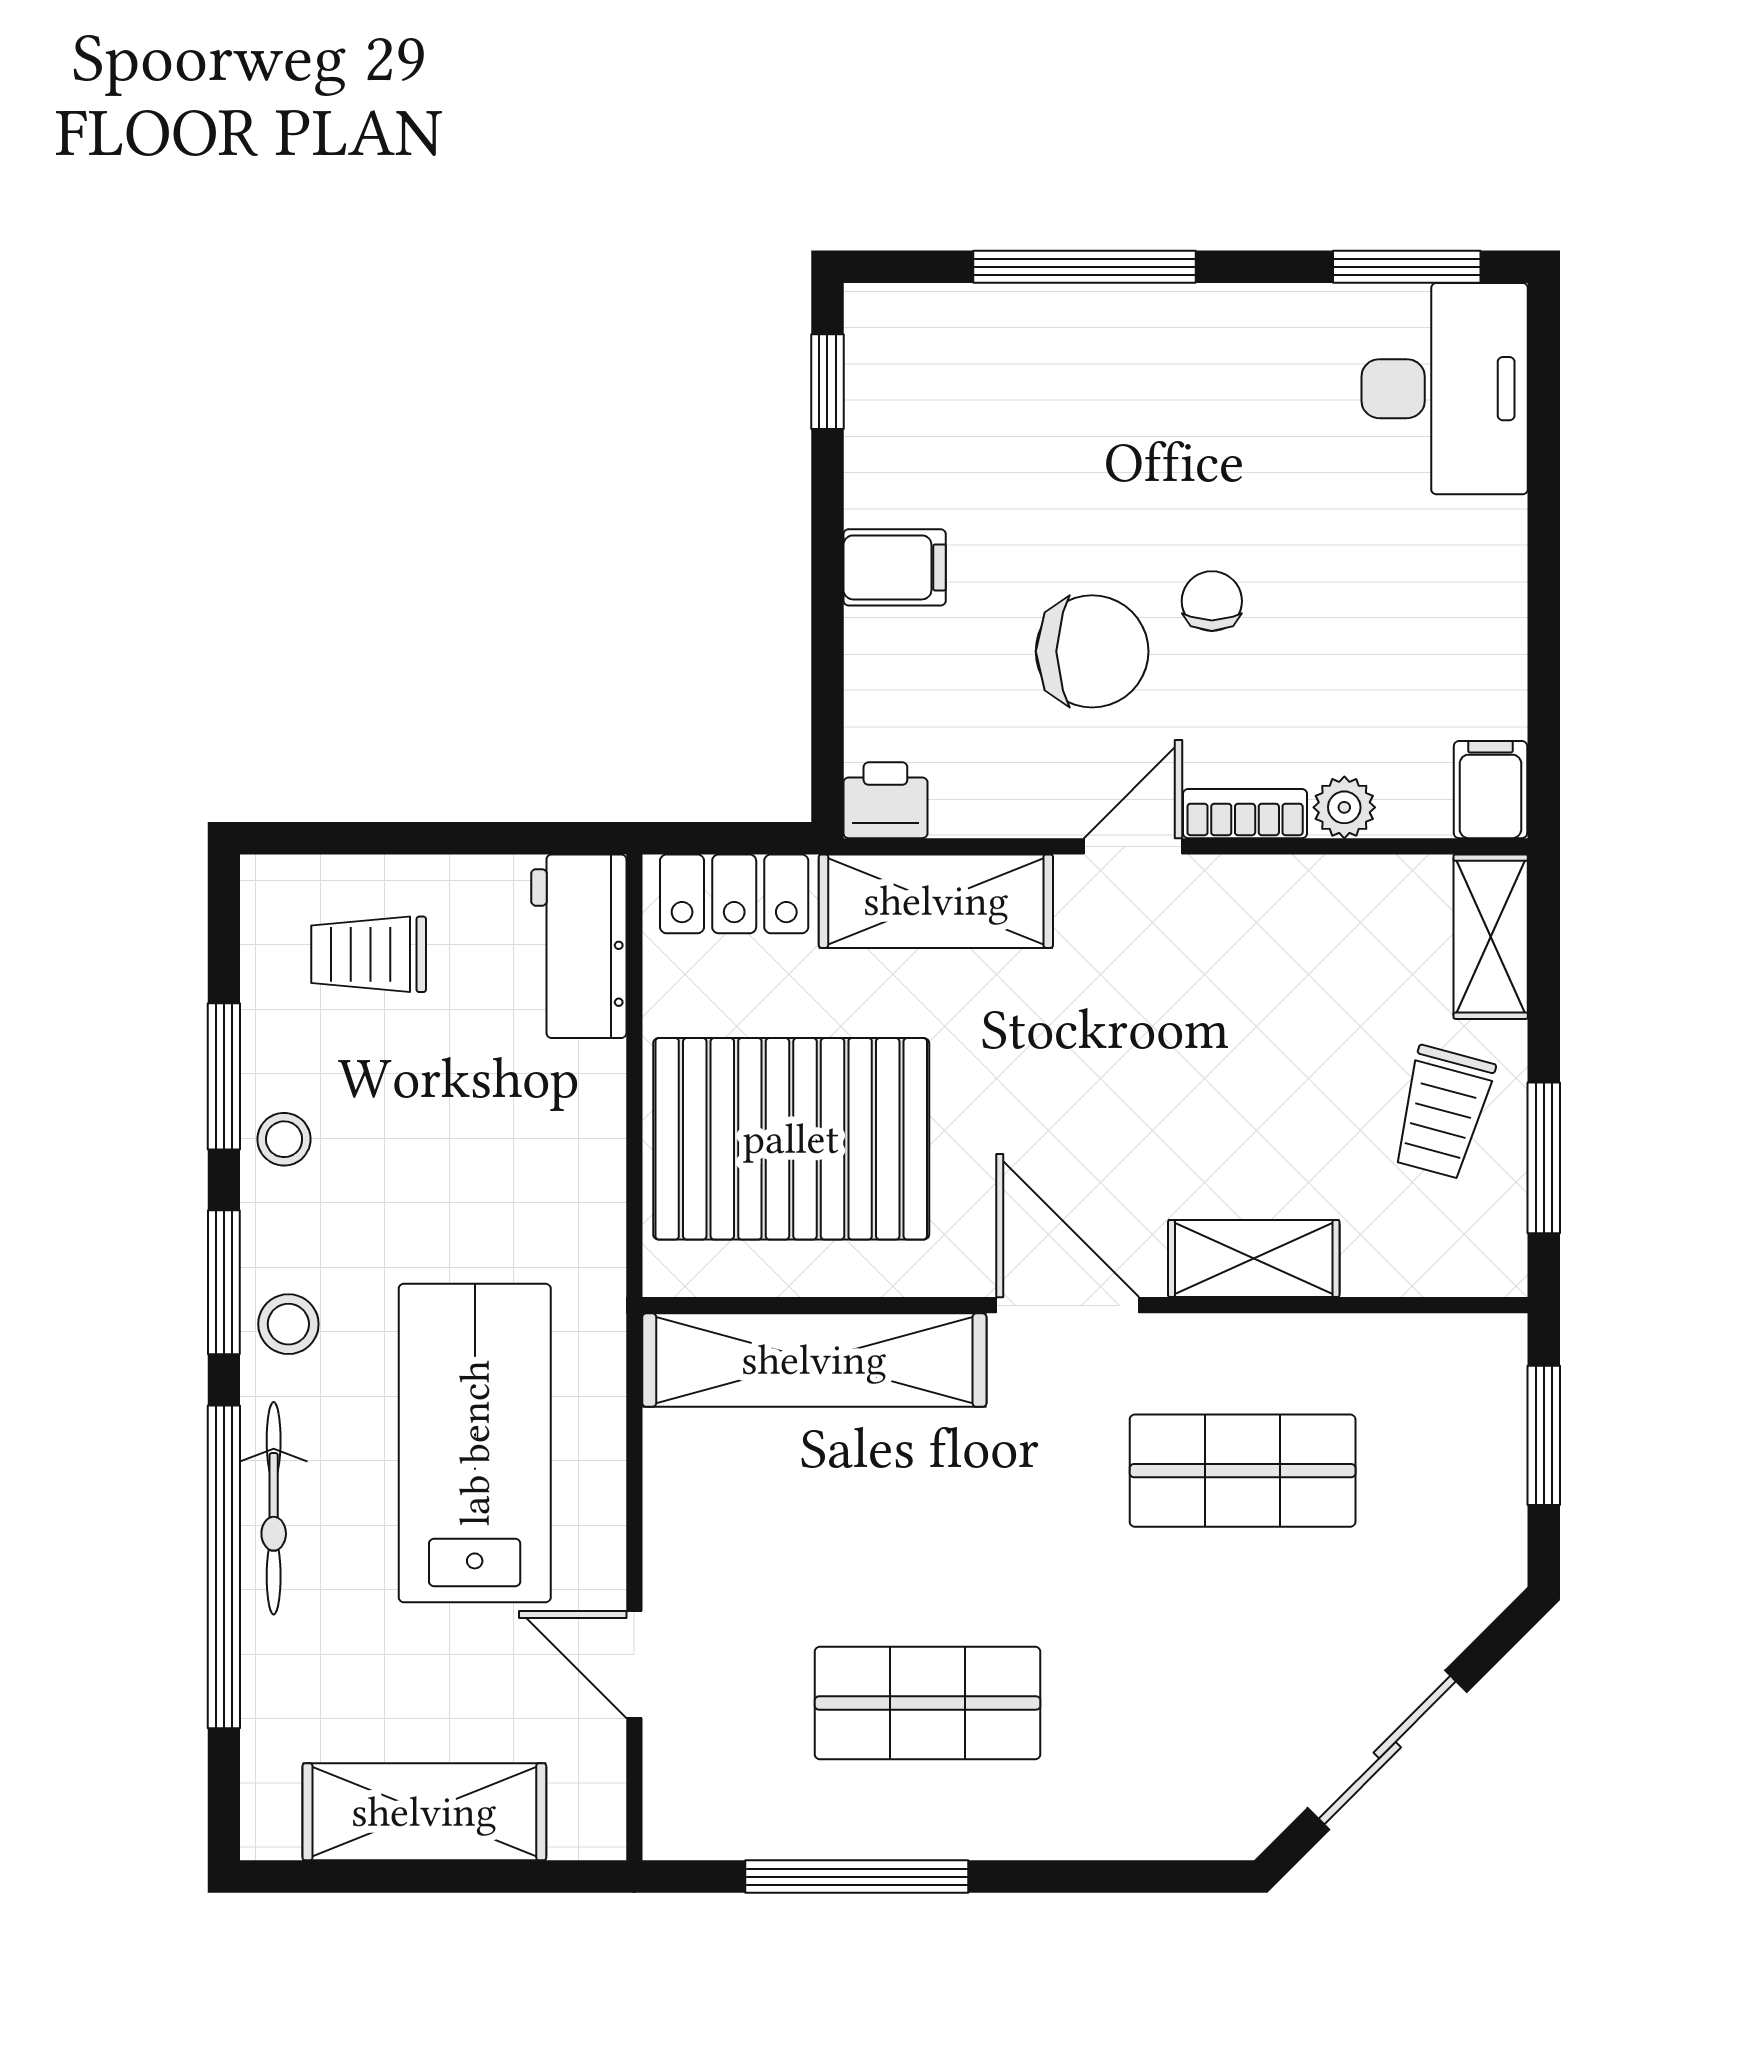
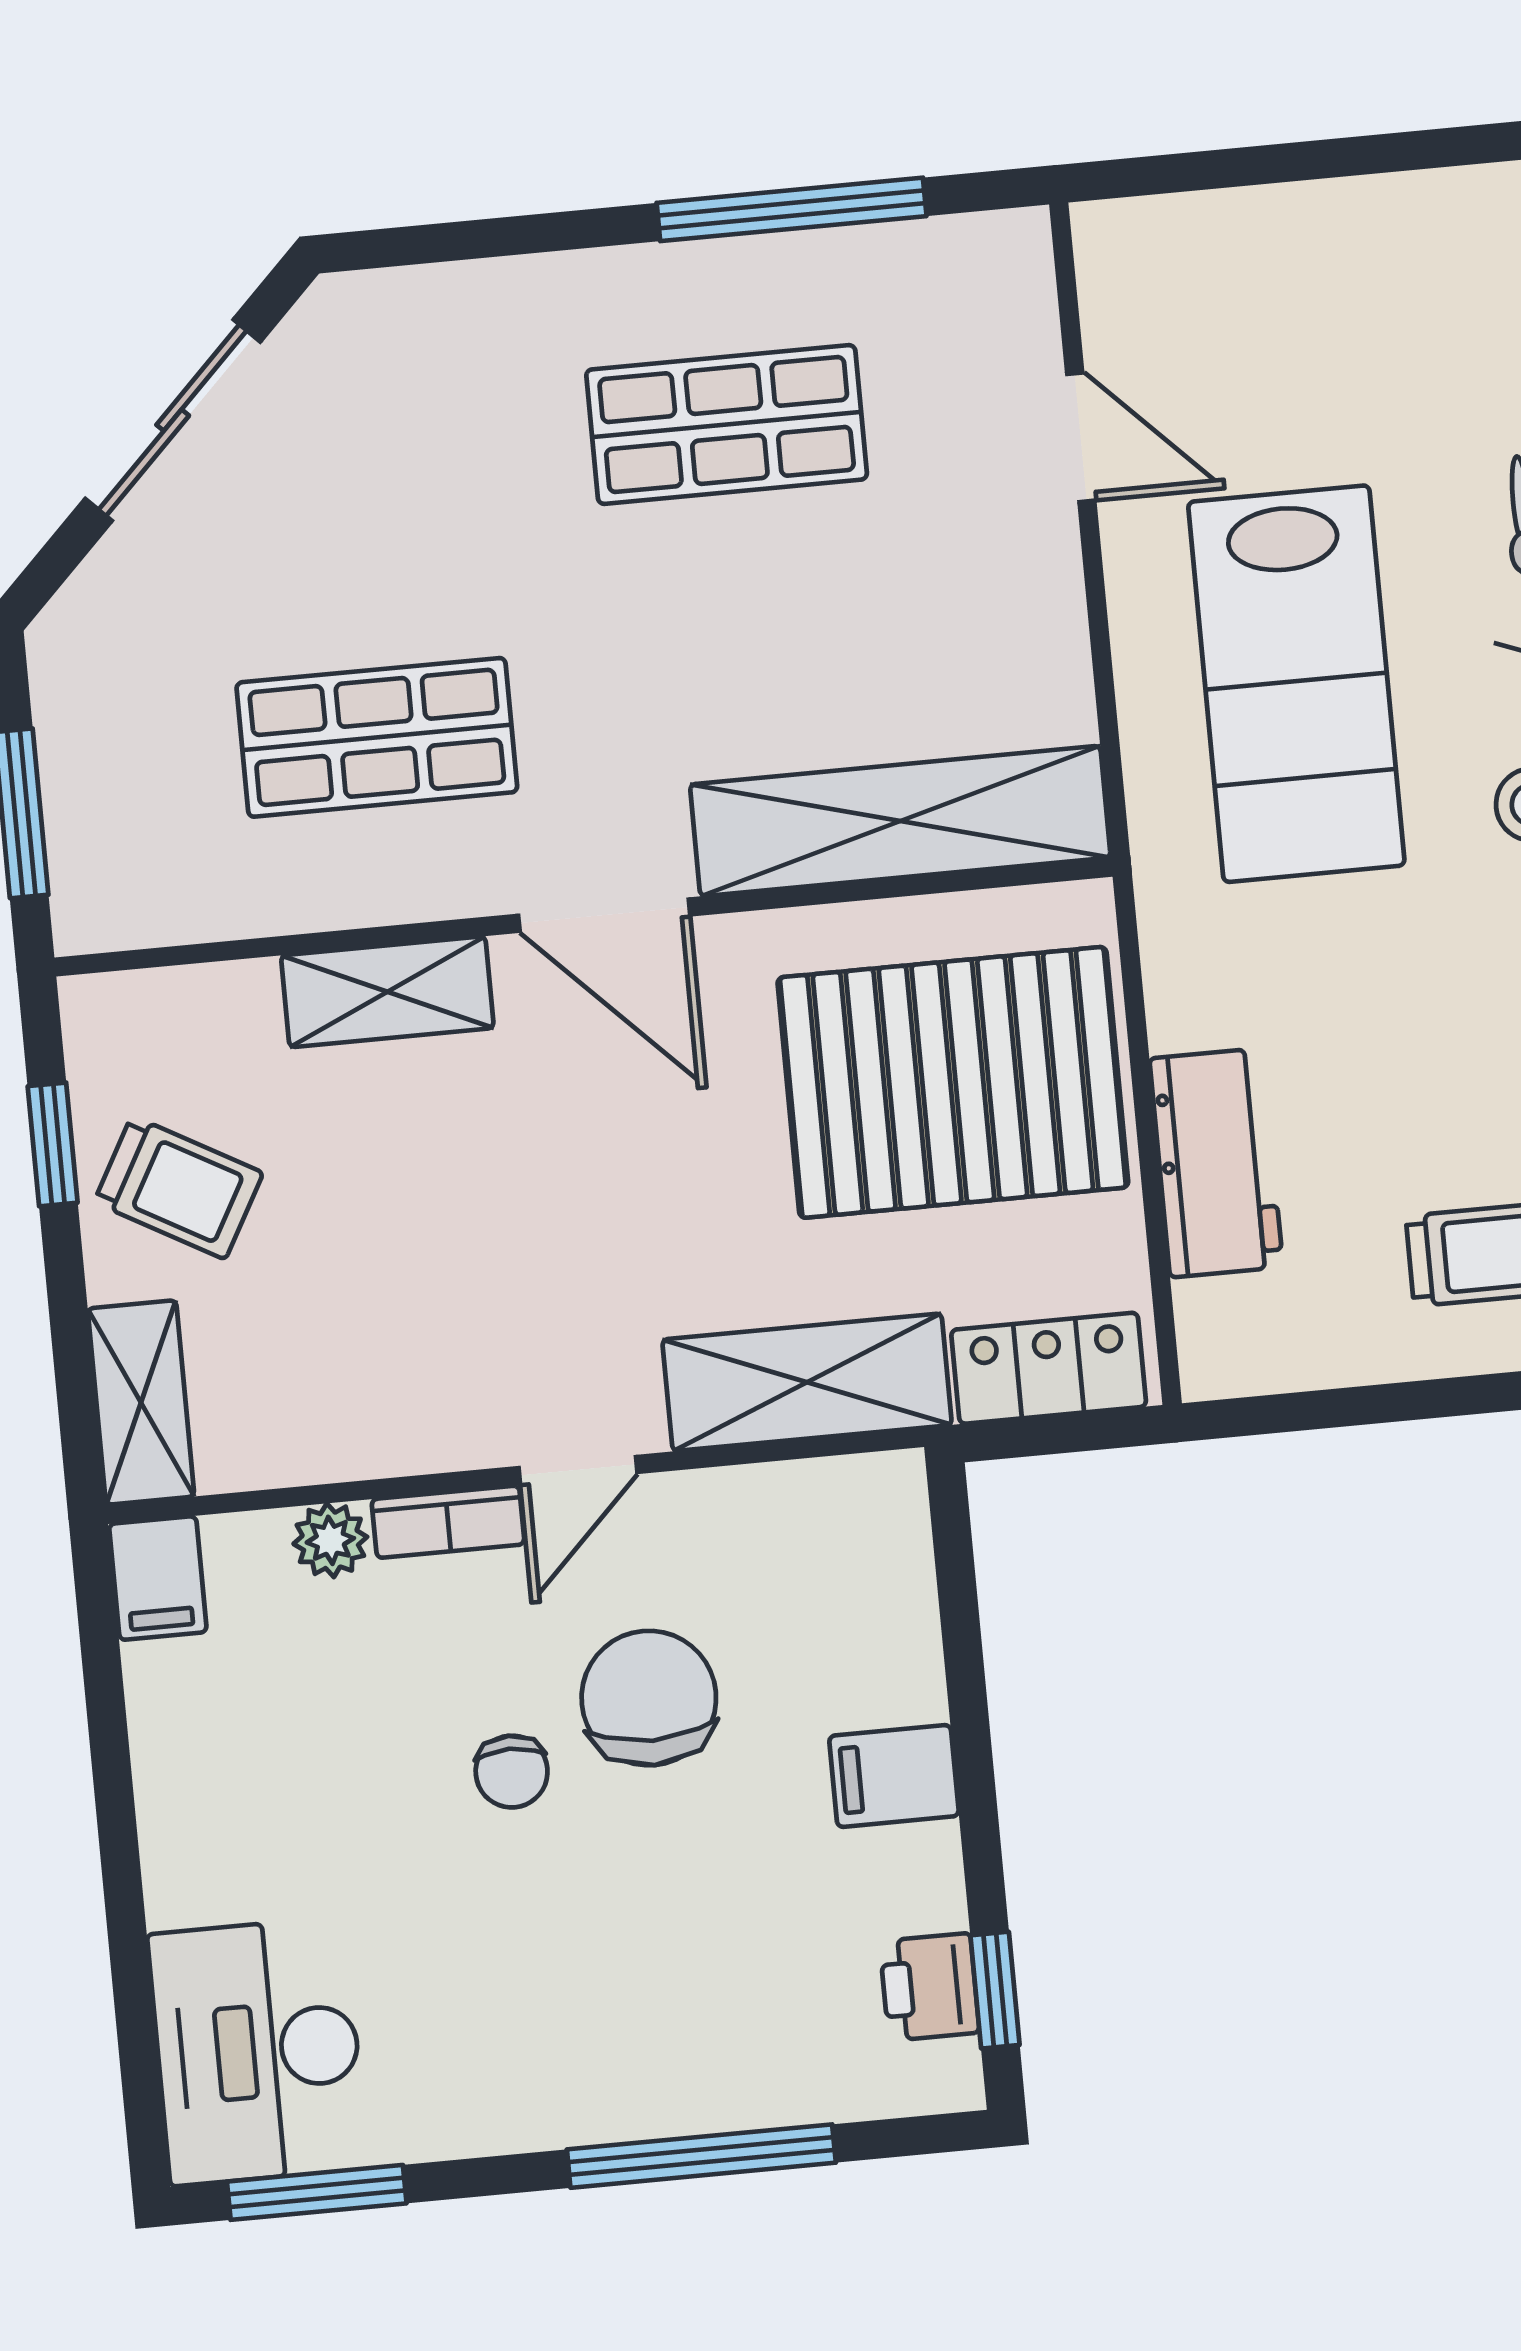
chair: (1092, 651) -> (649, 1698), turned 90
printer: (885, 800) -> (930, 1987), moved, turned 90
workbench: (579, 946) -> (1216, 1163), moved
trolley: (1443, 1112) -> (179, 1188), turned 104
window: (1544, 1158) -> (53, 1144), width x0.67
shelving: (424, 1812) -> (1315, 238), removed

